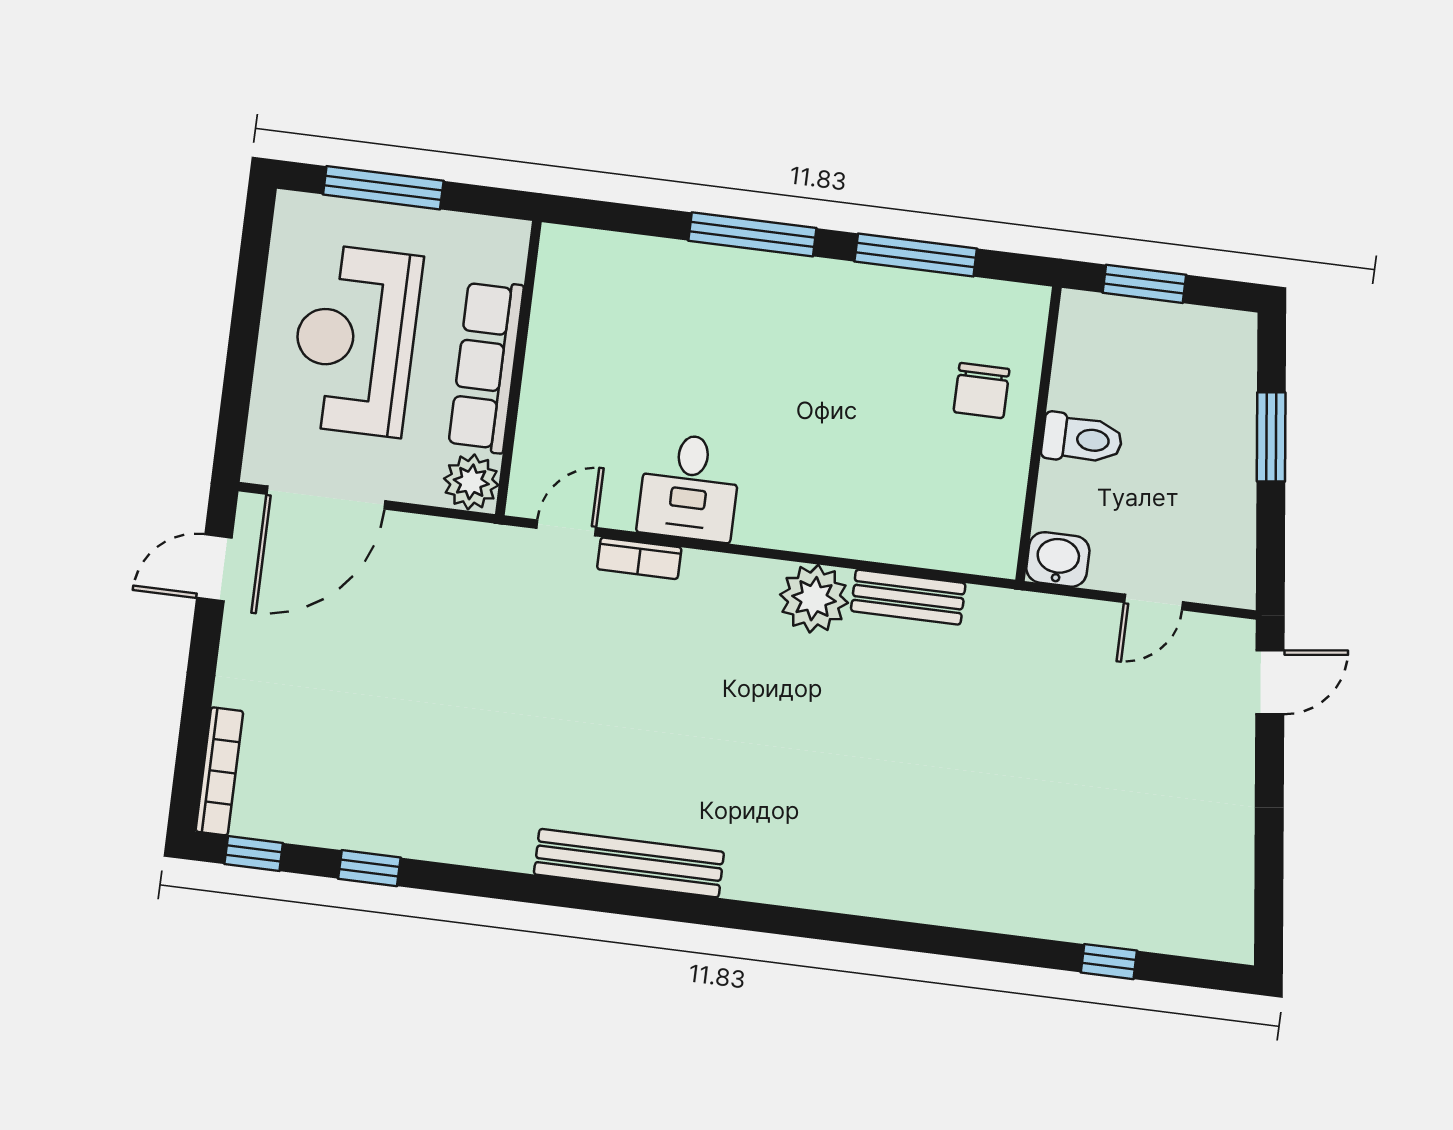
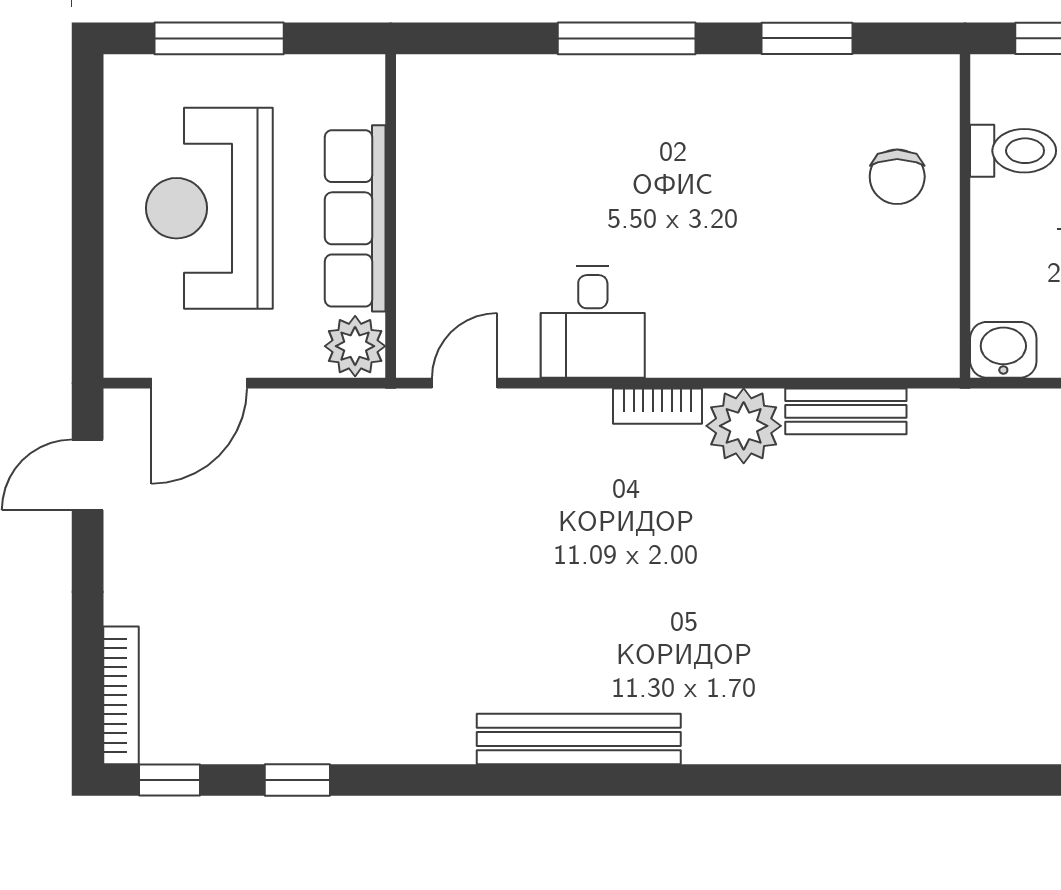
window: (916, 255) -> (807, 38), width x0.69
toilet: (1082, 439) -> (1013, 151), moved
door: (326, 498) -> (199, 383), width x0.73
bookcase: (639, 558) -> (657, 406), moved

